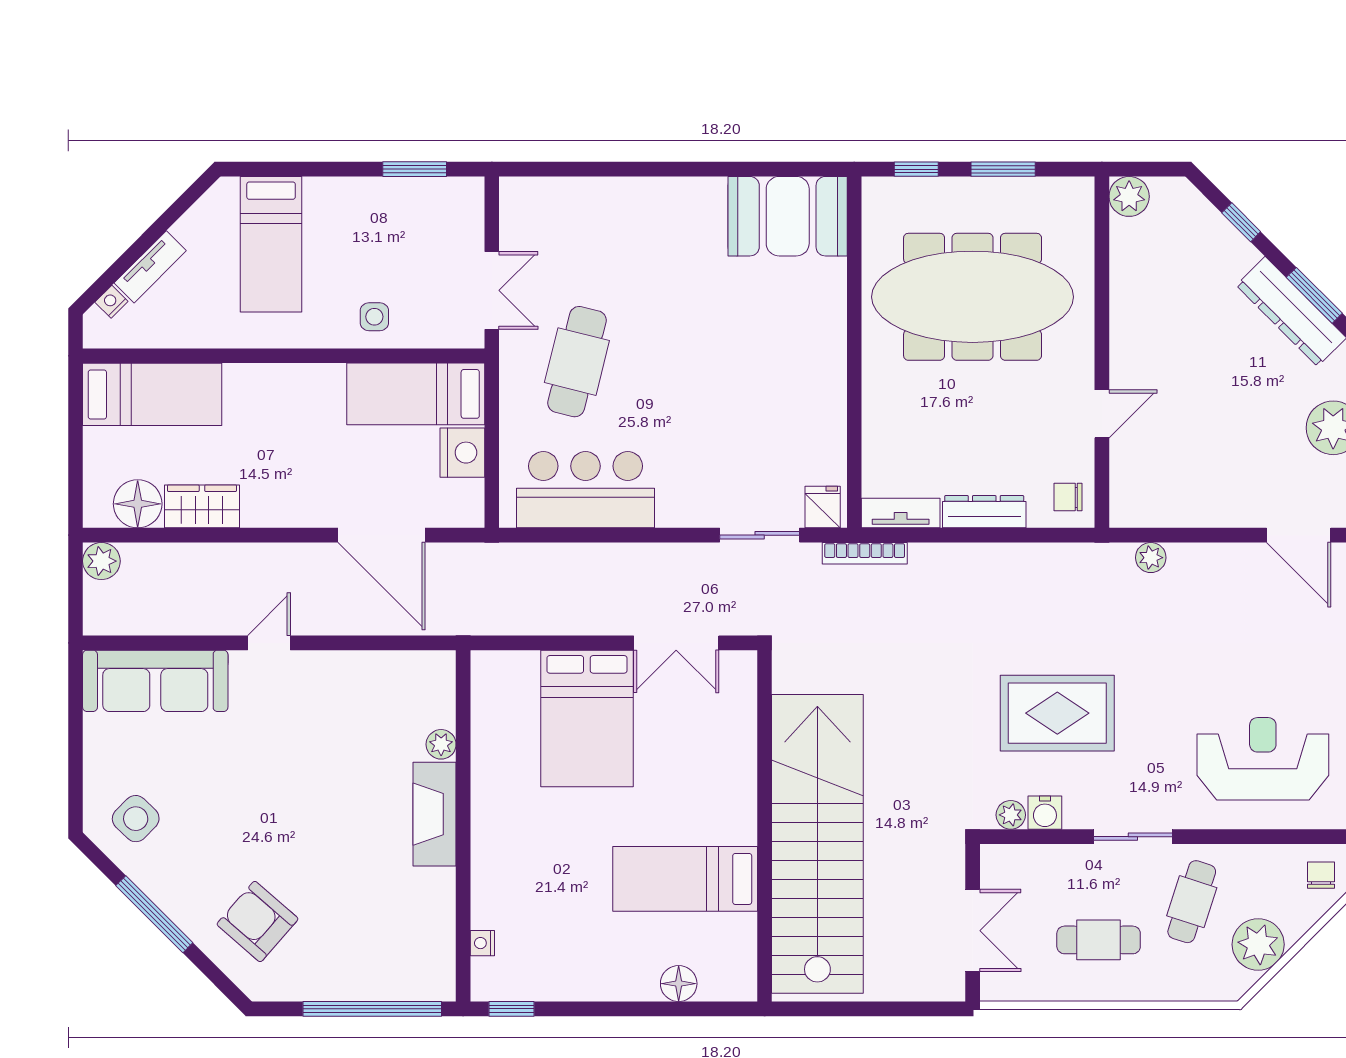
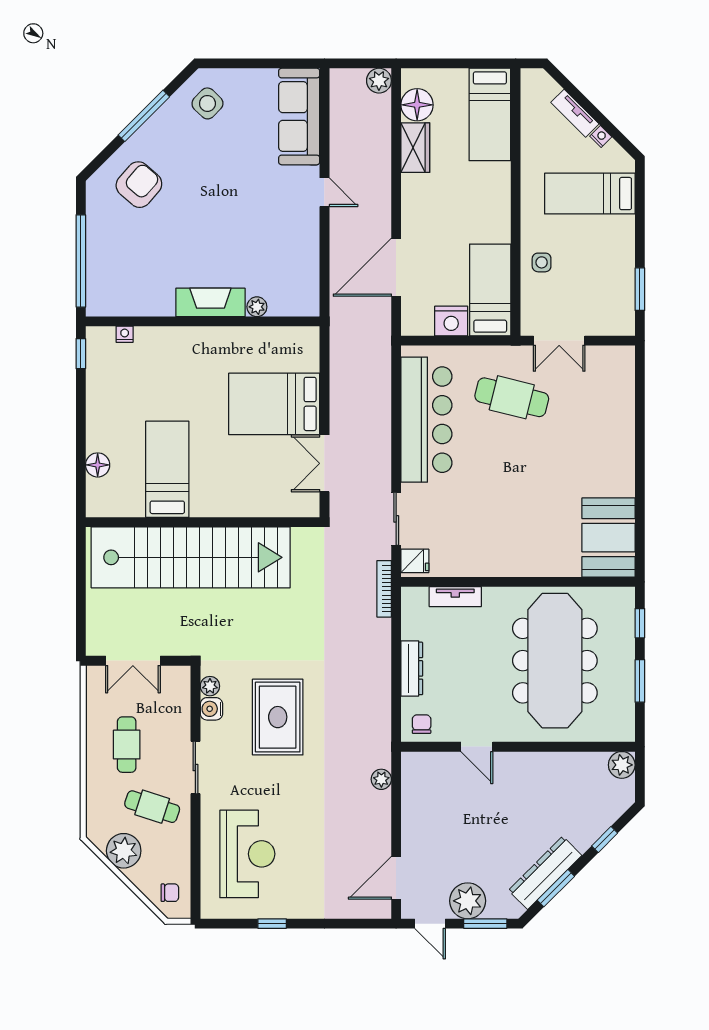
nightstand: (111, 302) -> (601, 136), moved
bar counter: (586, 490) -> (426, 420), width x1.36
tv unit: (901, 513) -> (455, 597), moved, turned 90

